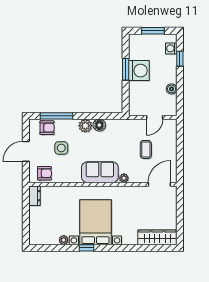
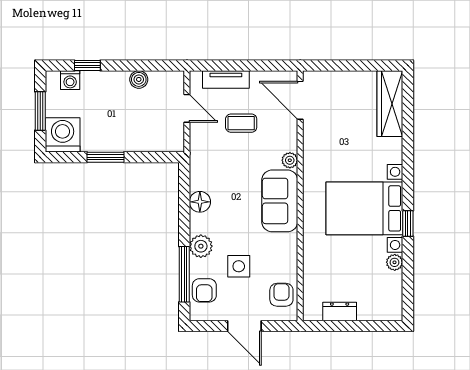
washing machine: (139, 71) -> (63, 135), moved
plant: (85, 126) -> (201, 246), moved
armchair: (47, 128) -> (204, 290), turned 180
tv unit: (172, 140) -> (226, 79), added
dresser: (35, 196) -> (340, 311), moved

